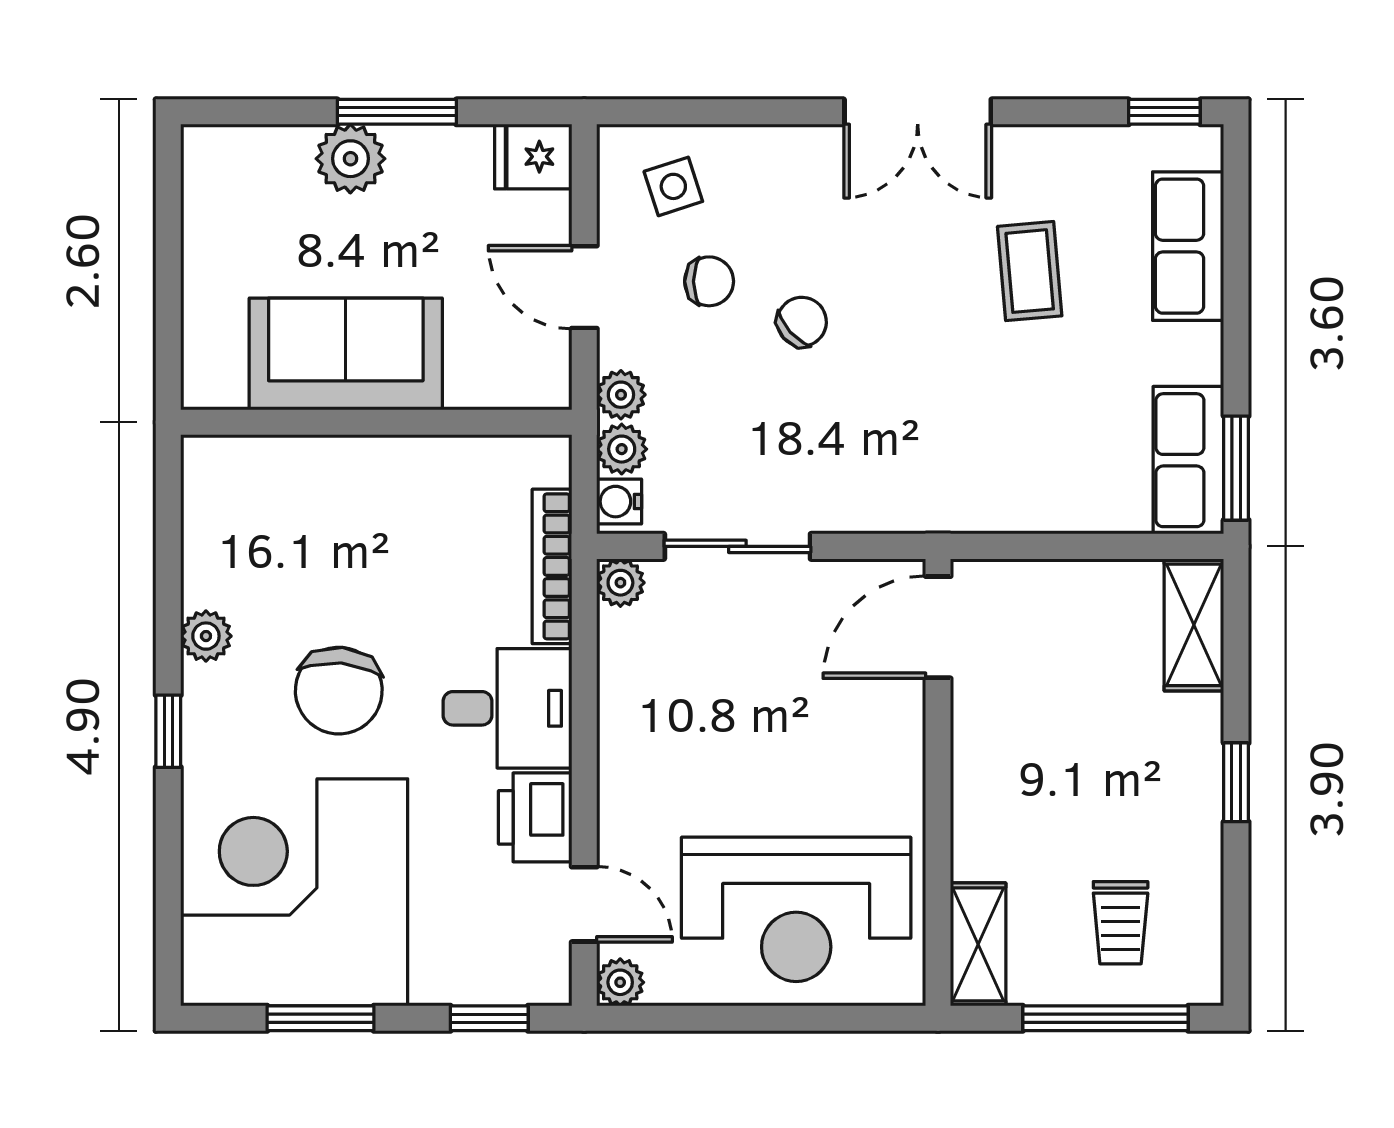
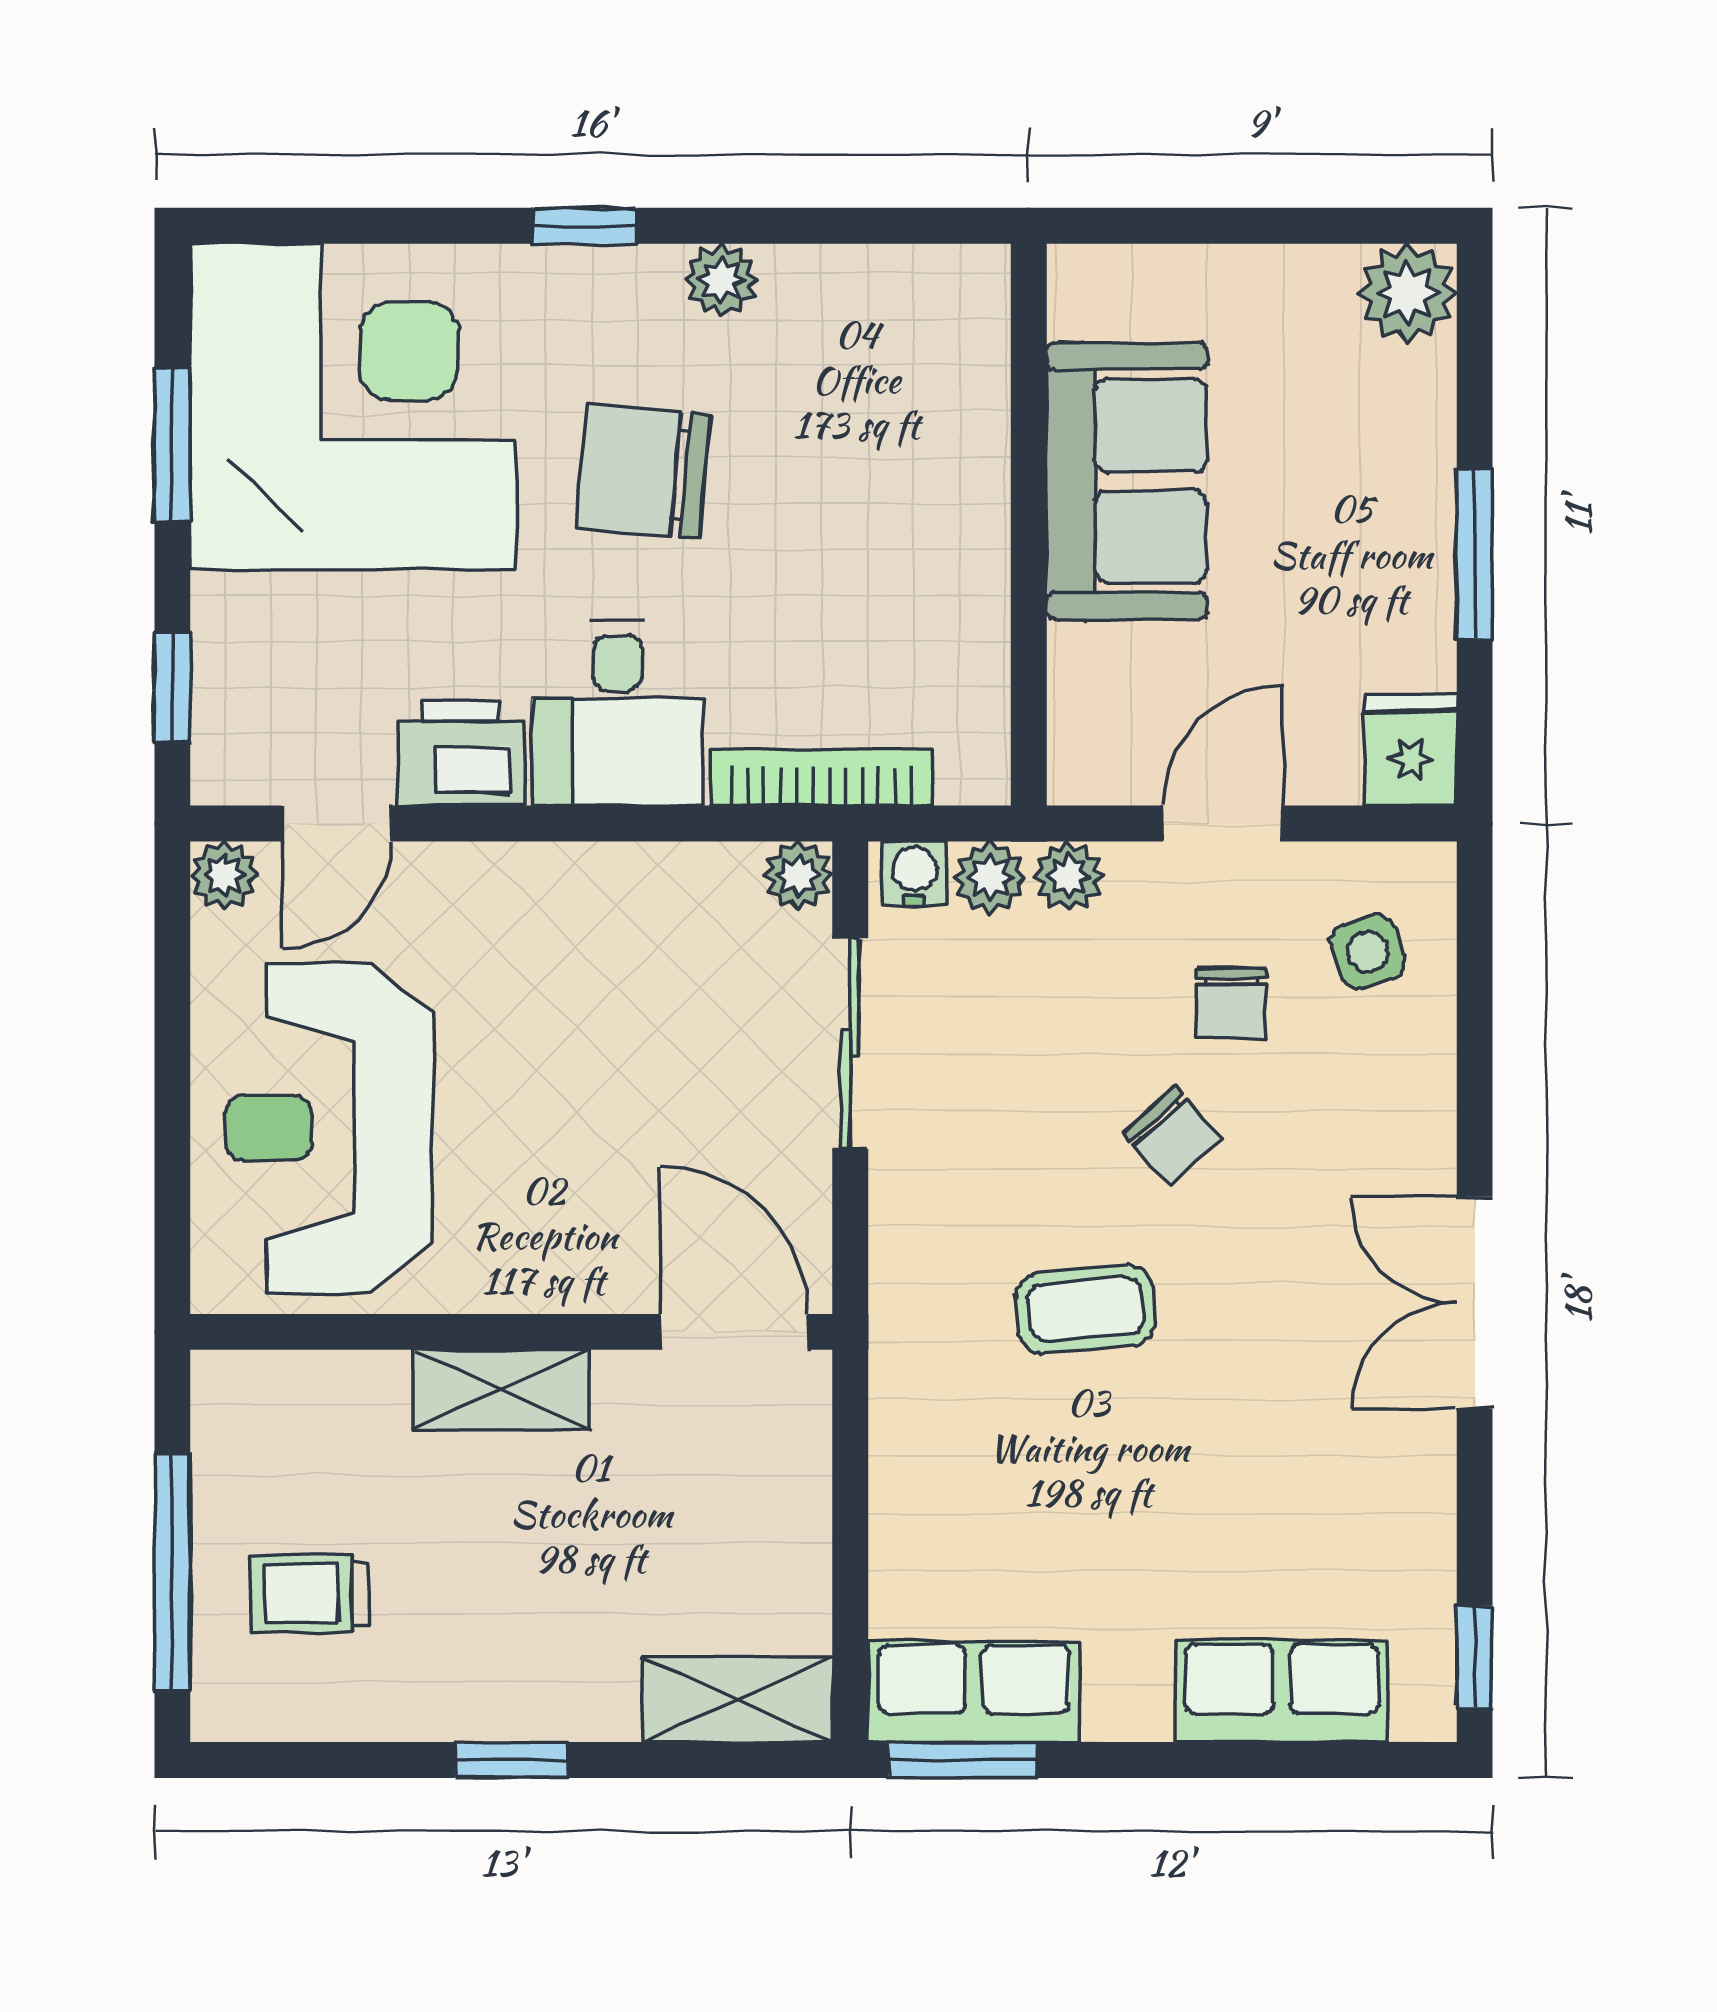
plant: (350, 159) -> (1407, 293), moved
coffee table: (1030, 271) -> (1086, 1309), moved
shelving: (978, 944) -> (502, 1389), moved

